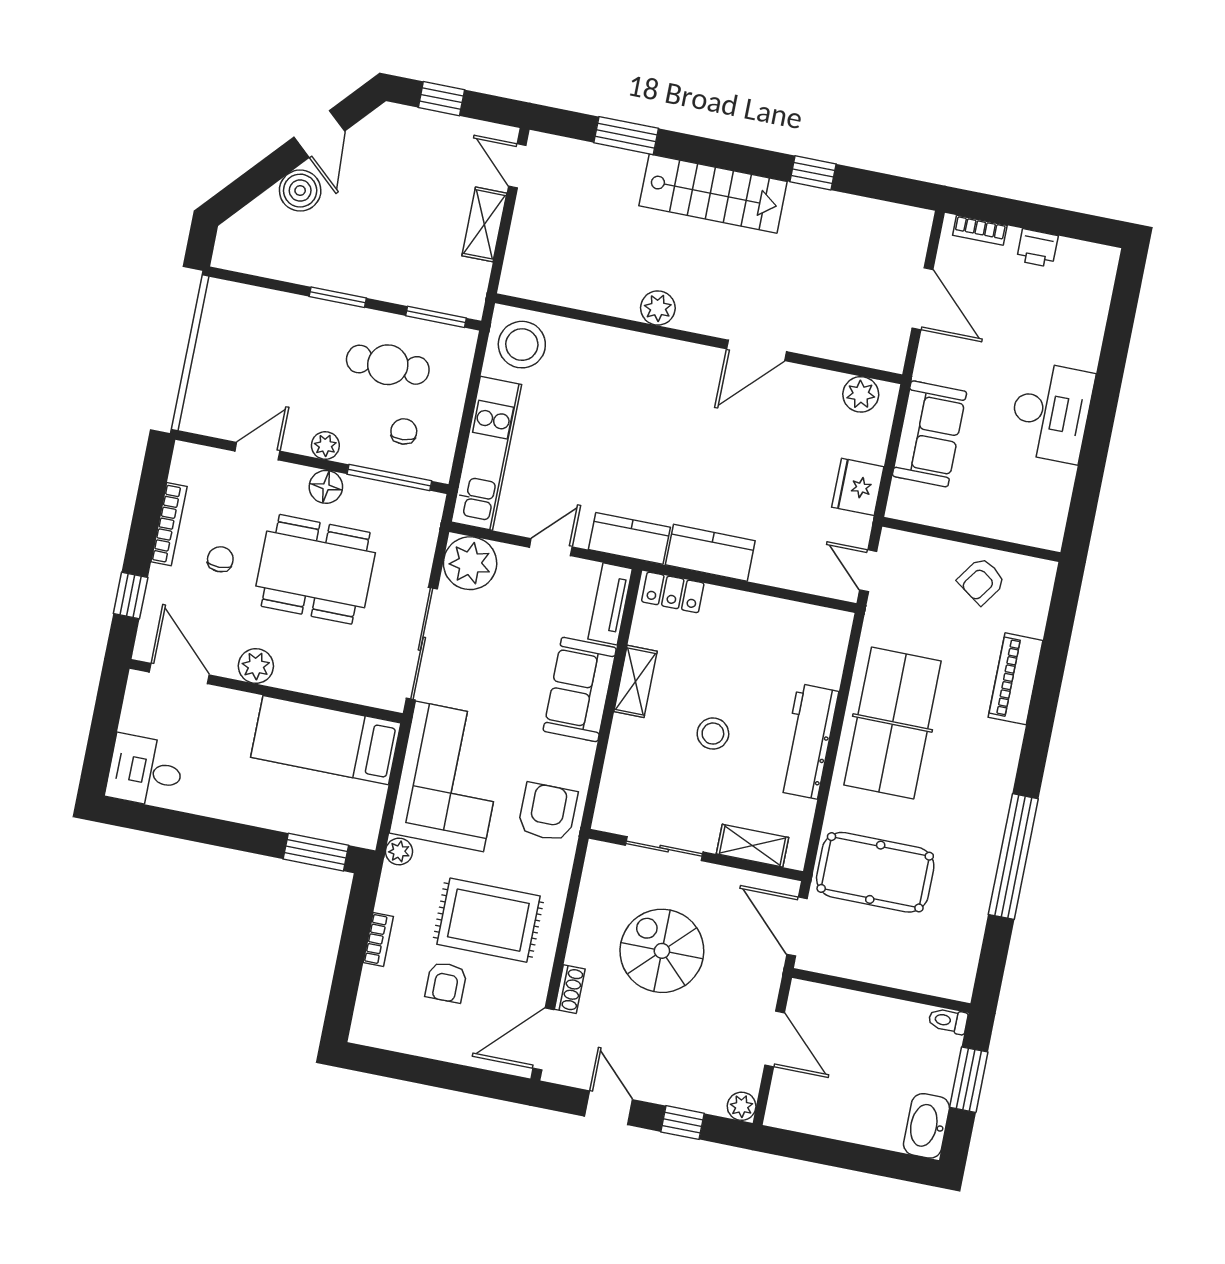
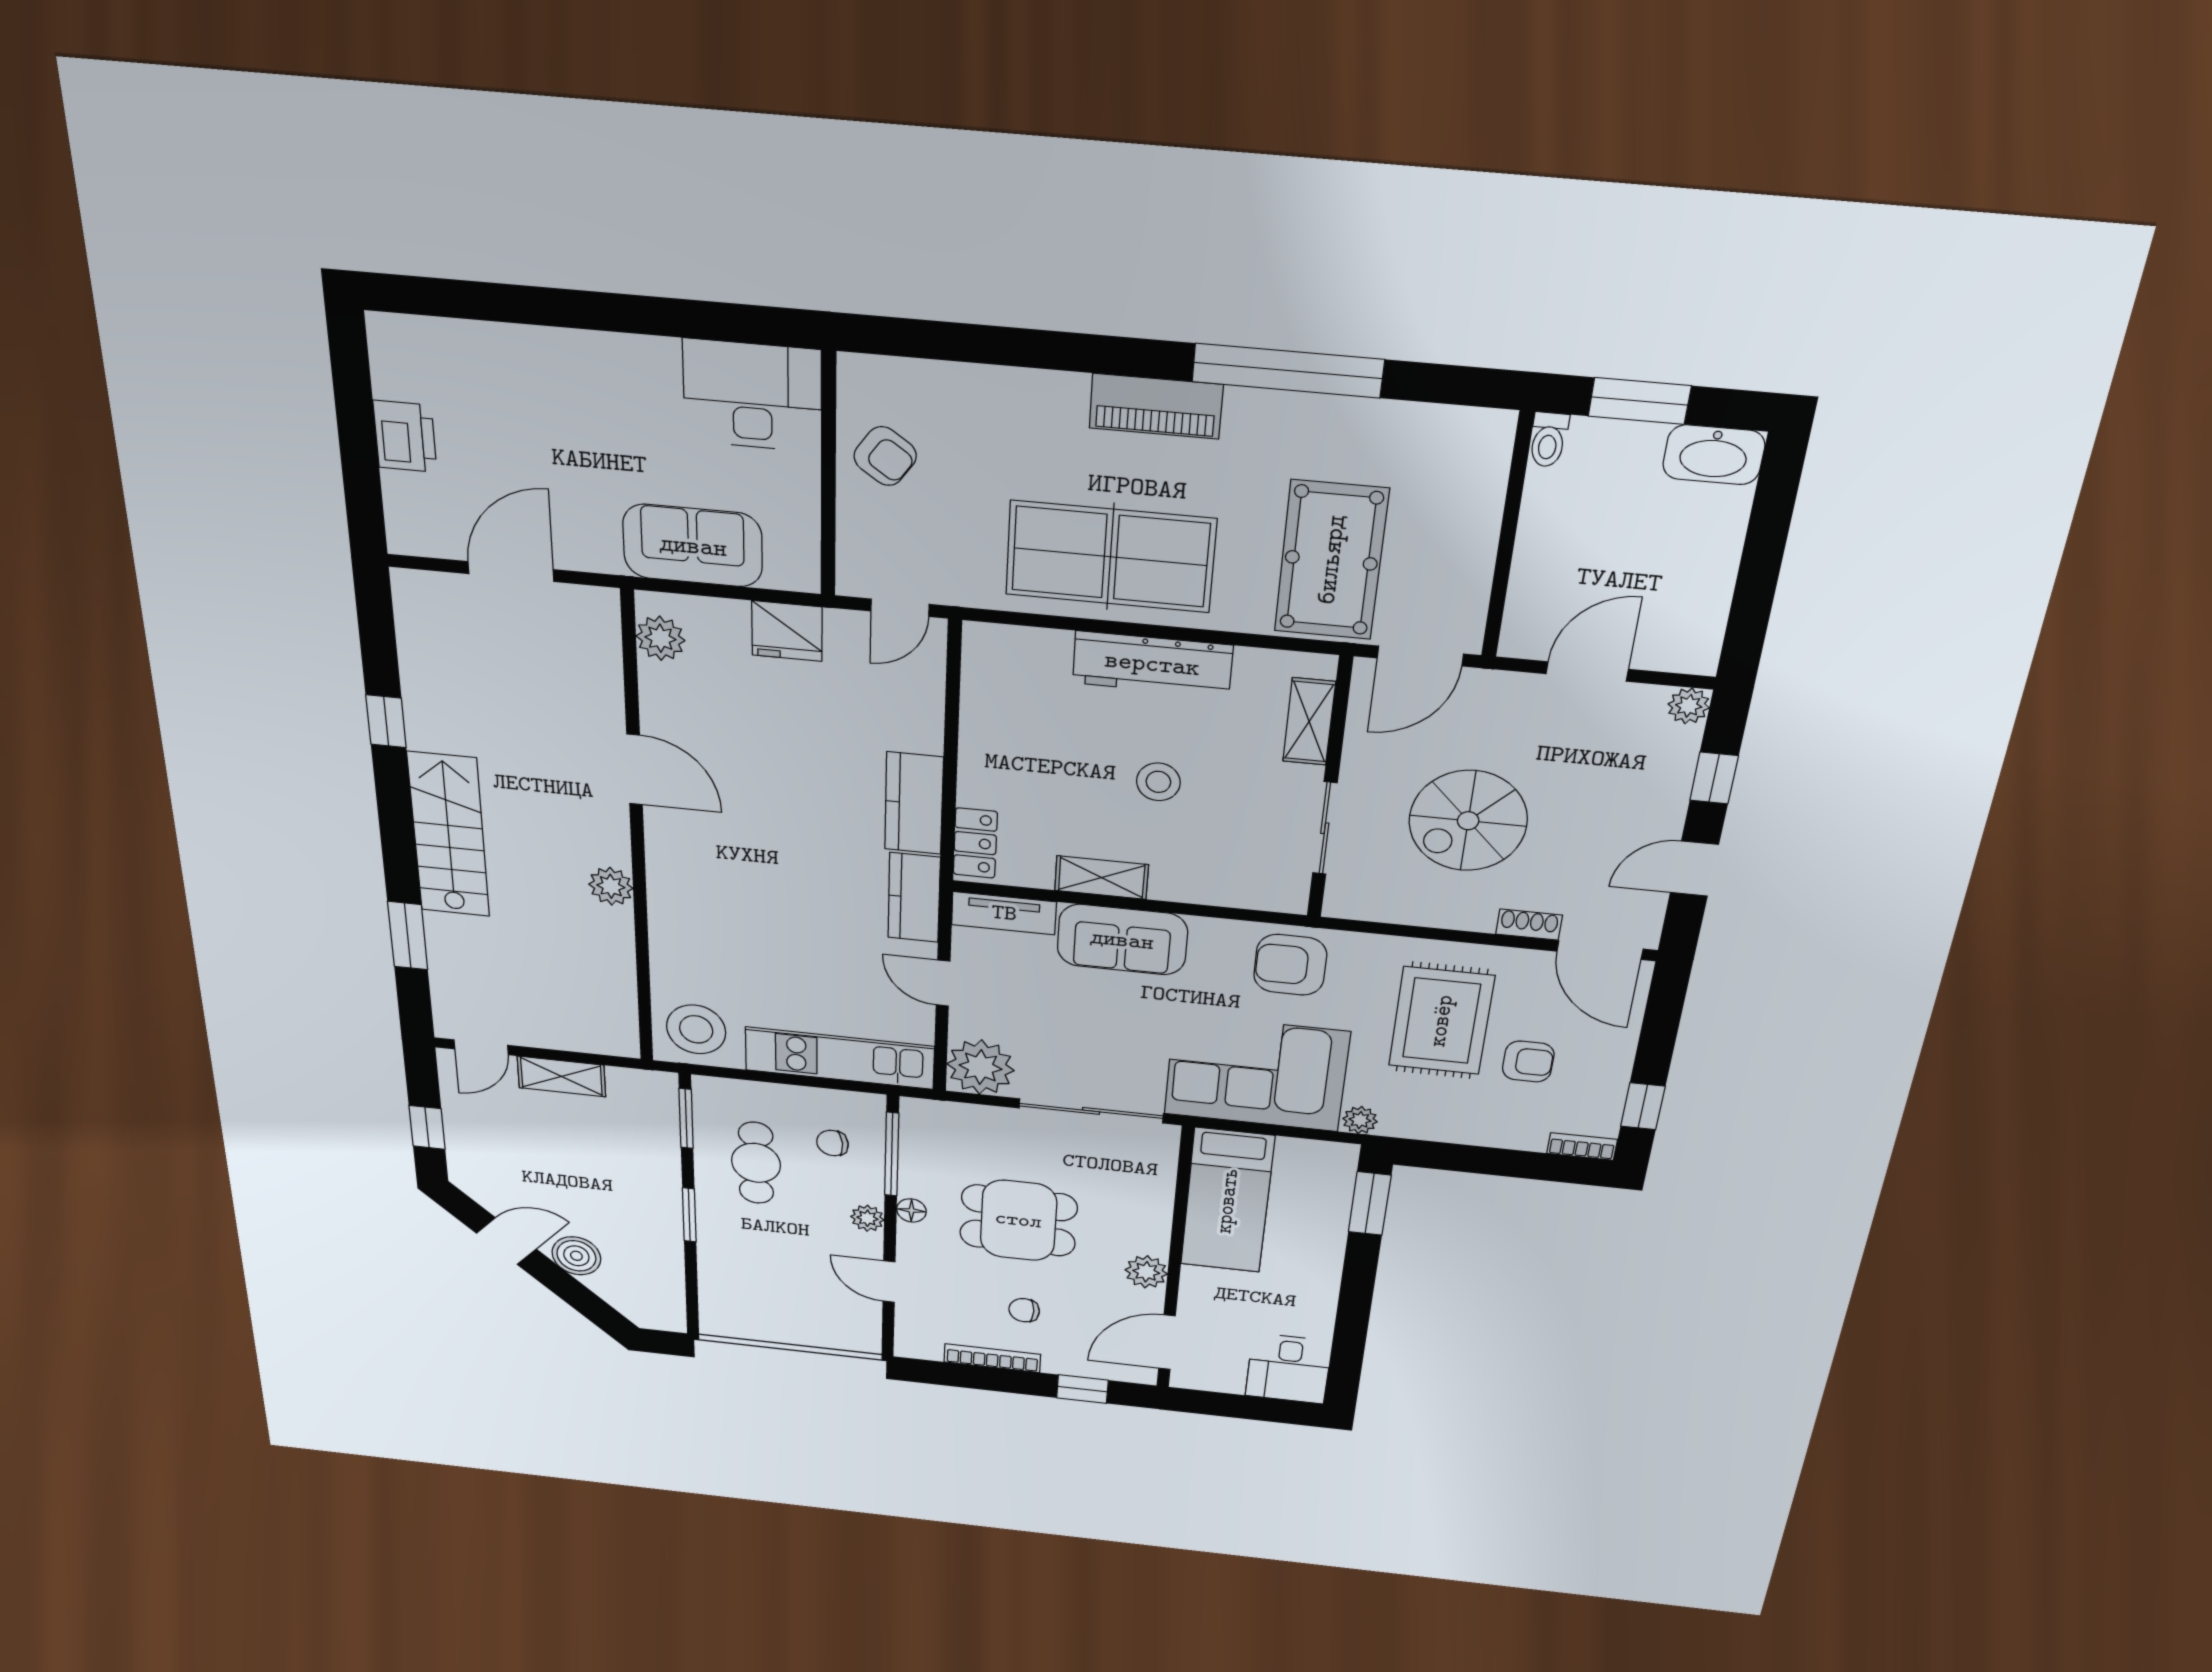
bookcase: (980, 230) -> (397, 506), removed
printer: (1037, 248) -> (405, 436), width x1.36, depth x1.24
desk: (1051, 412) -> (752, 396), moved
floor lamp: (326, 487) -> (911, 1210), width x0.73, depth x0.73
dining table: (316, 569) -> (1018, 1220), width x0.73
piano: (1016, 679) -> (1156, 406), moved
bookcase: (378, 939) -> (1582, 1146), moved
window: (398, 1066) -> (1643, 1106), added

